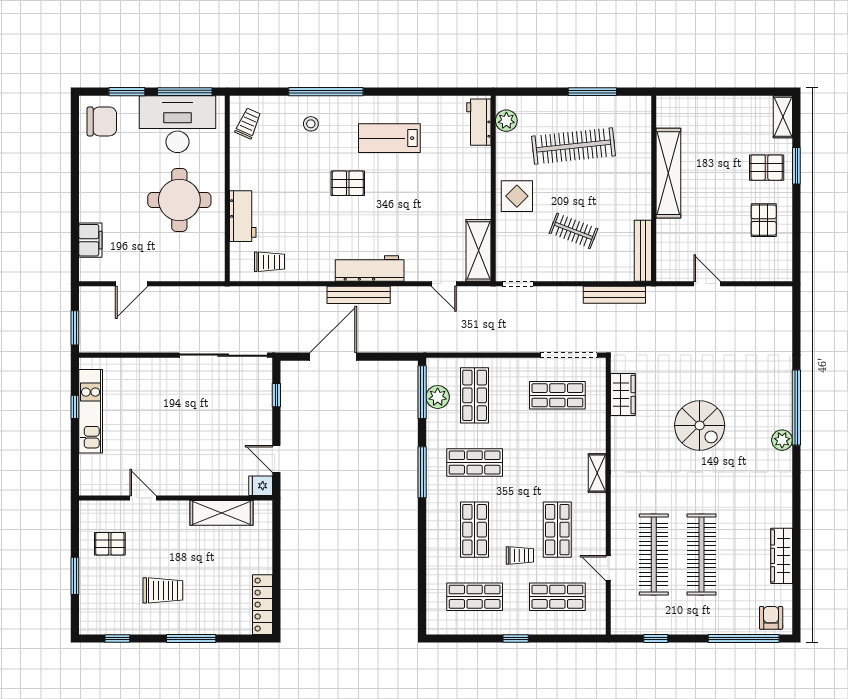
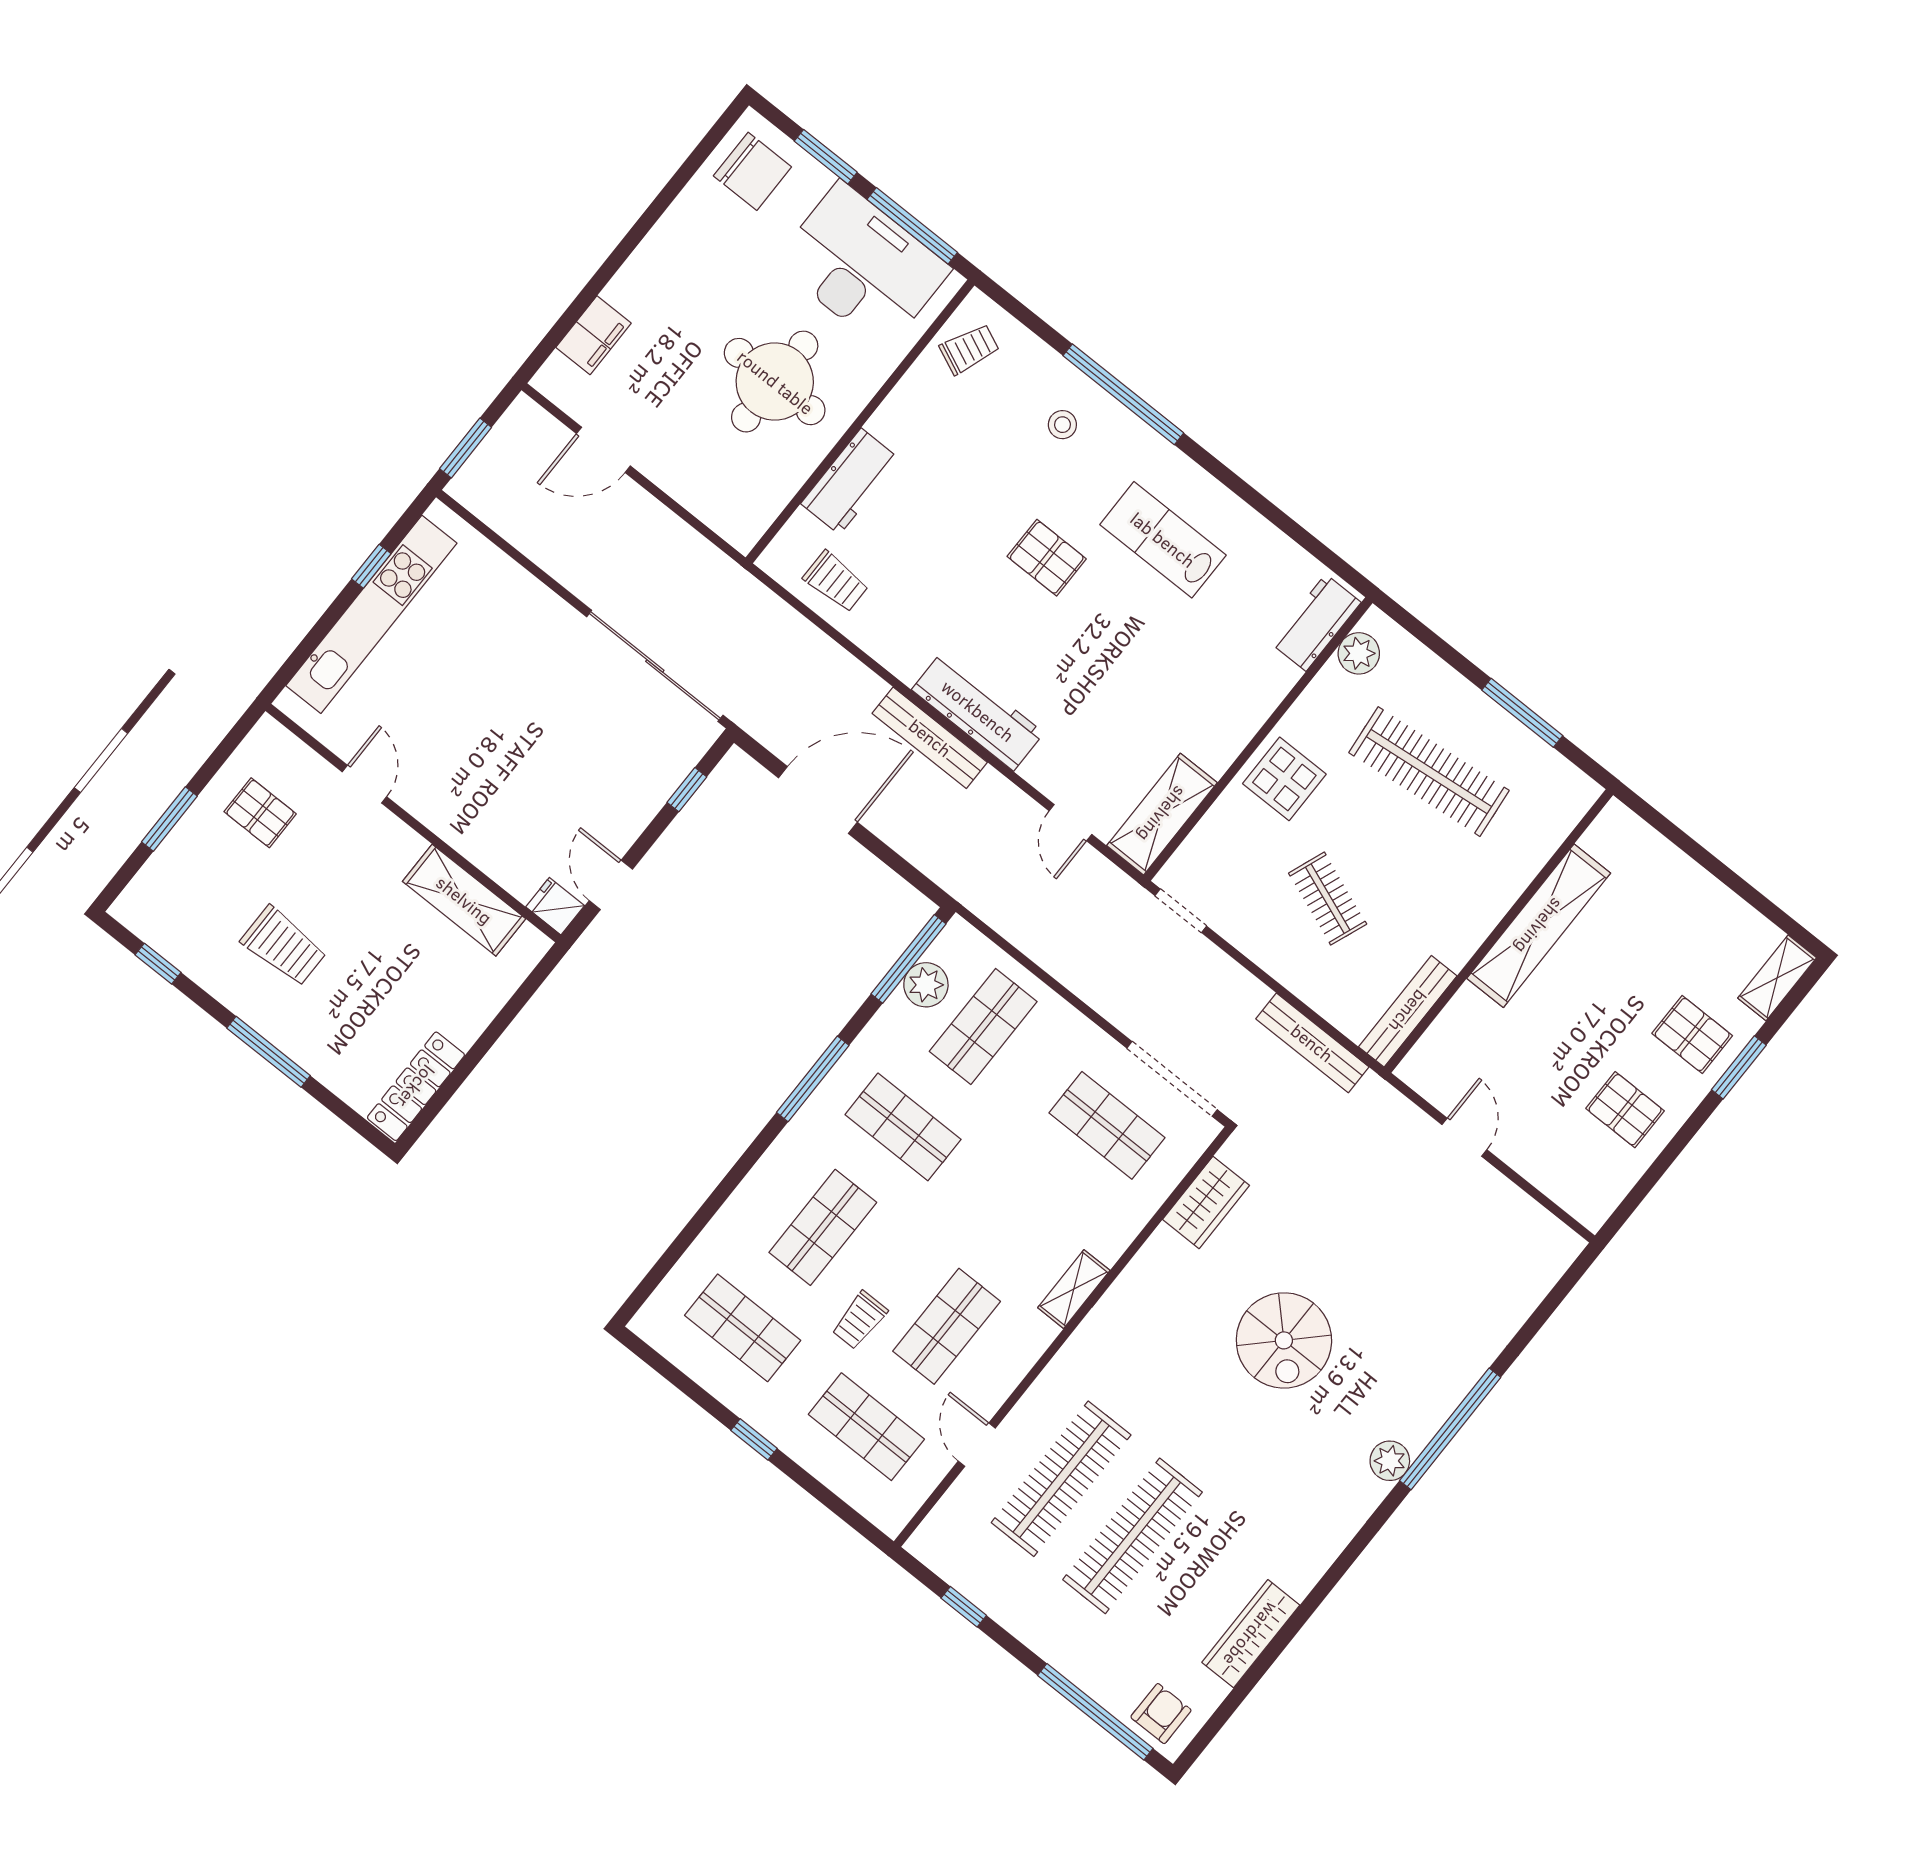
pallet: (764, 220) -> (1625, 1110), turned 90
kitchen unit: (91, 411) -> (371, 614), width x1.36
trolley: (520, 555) -> (860, 1320), turned 90

